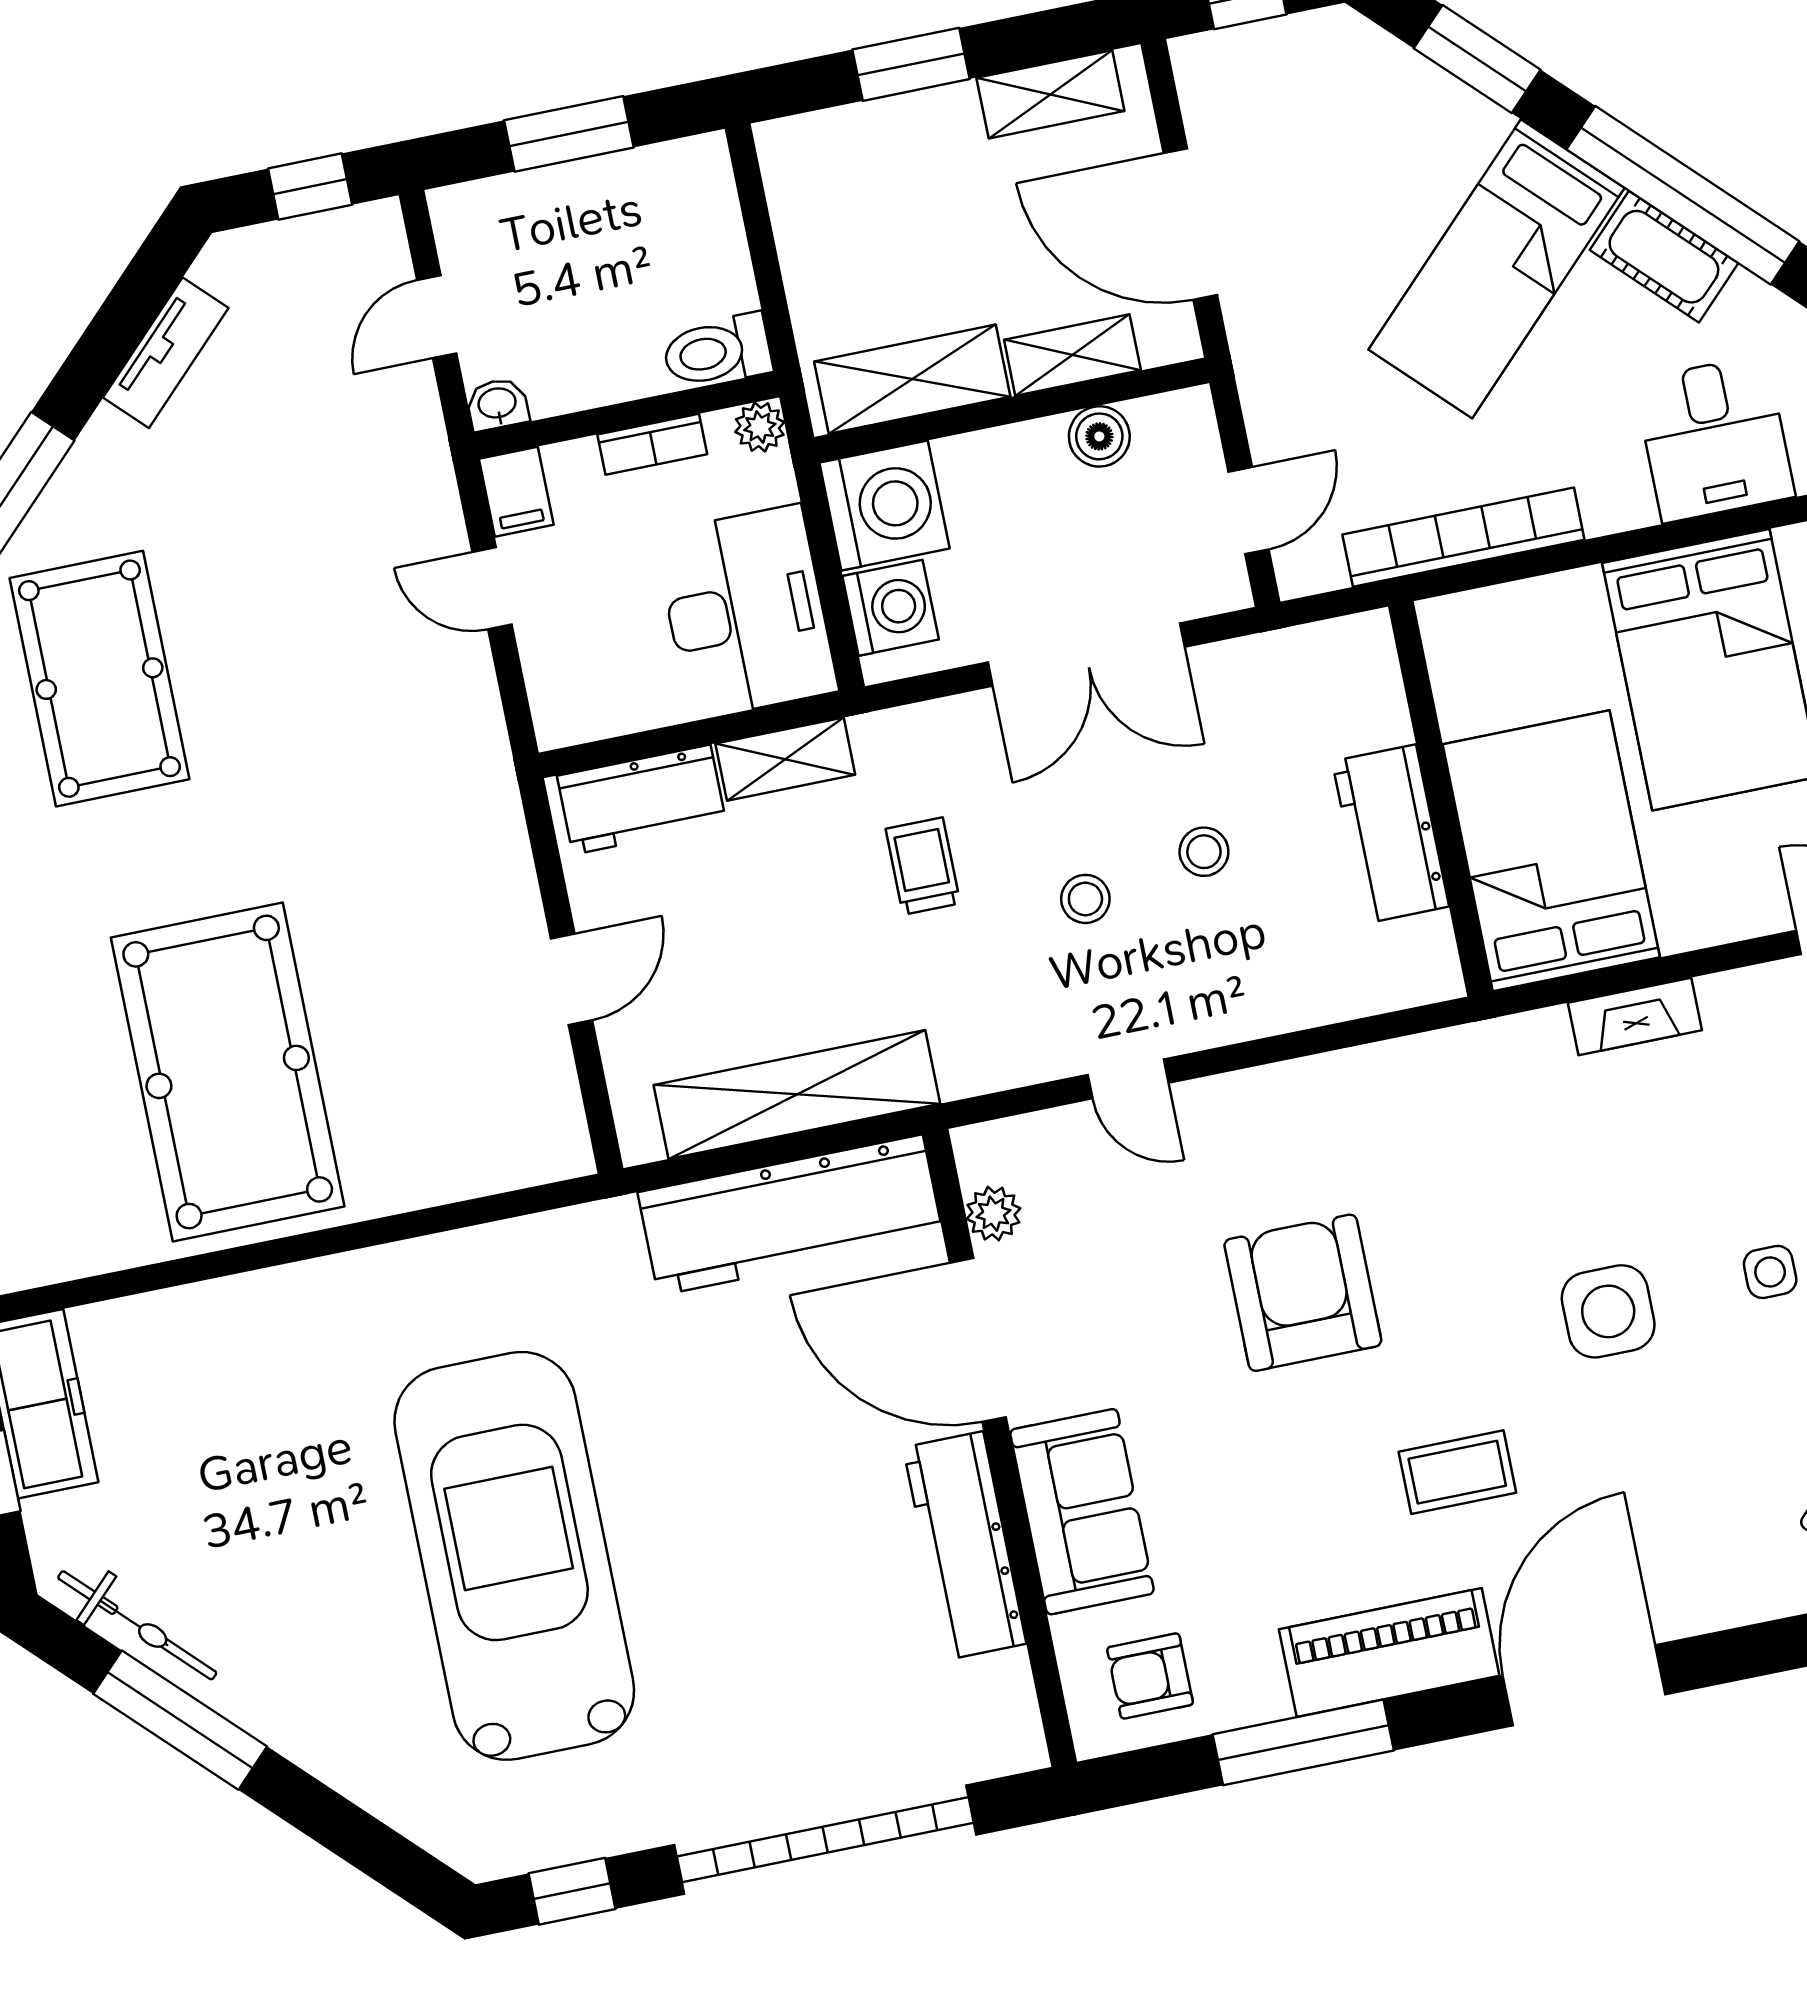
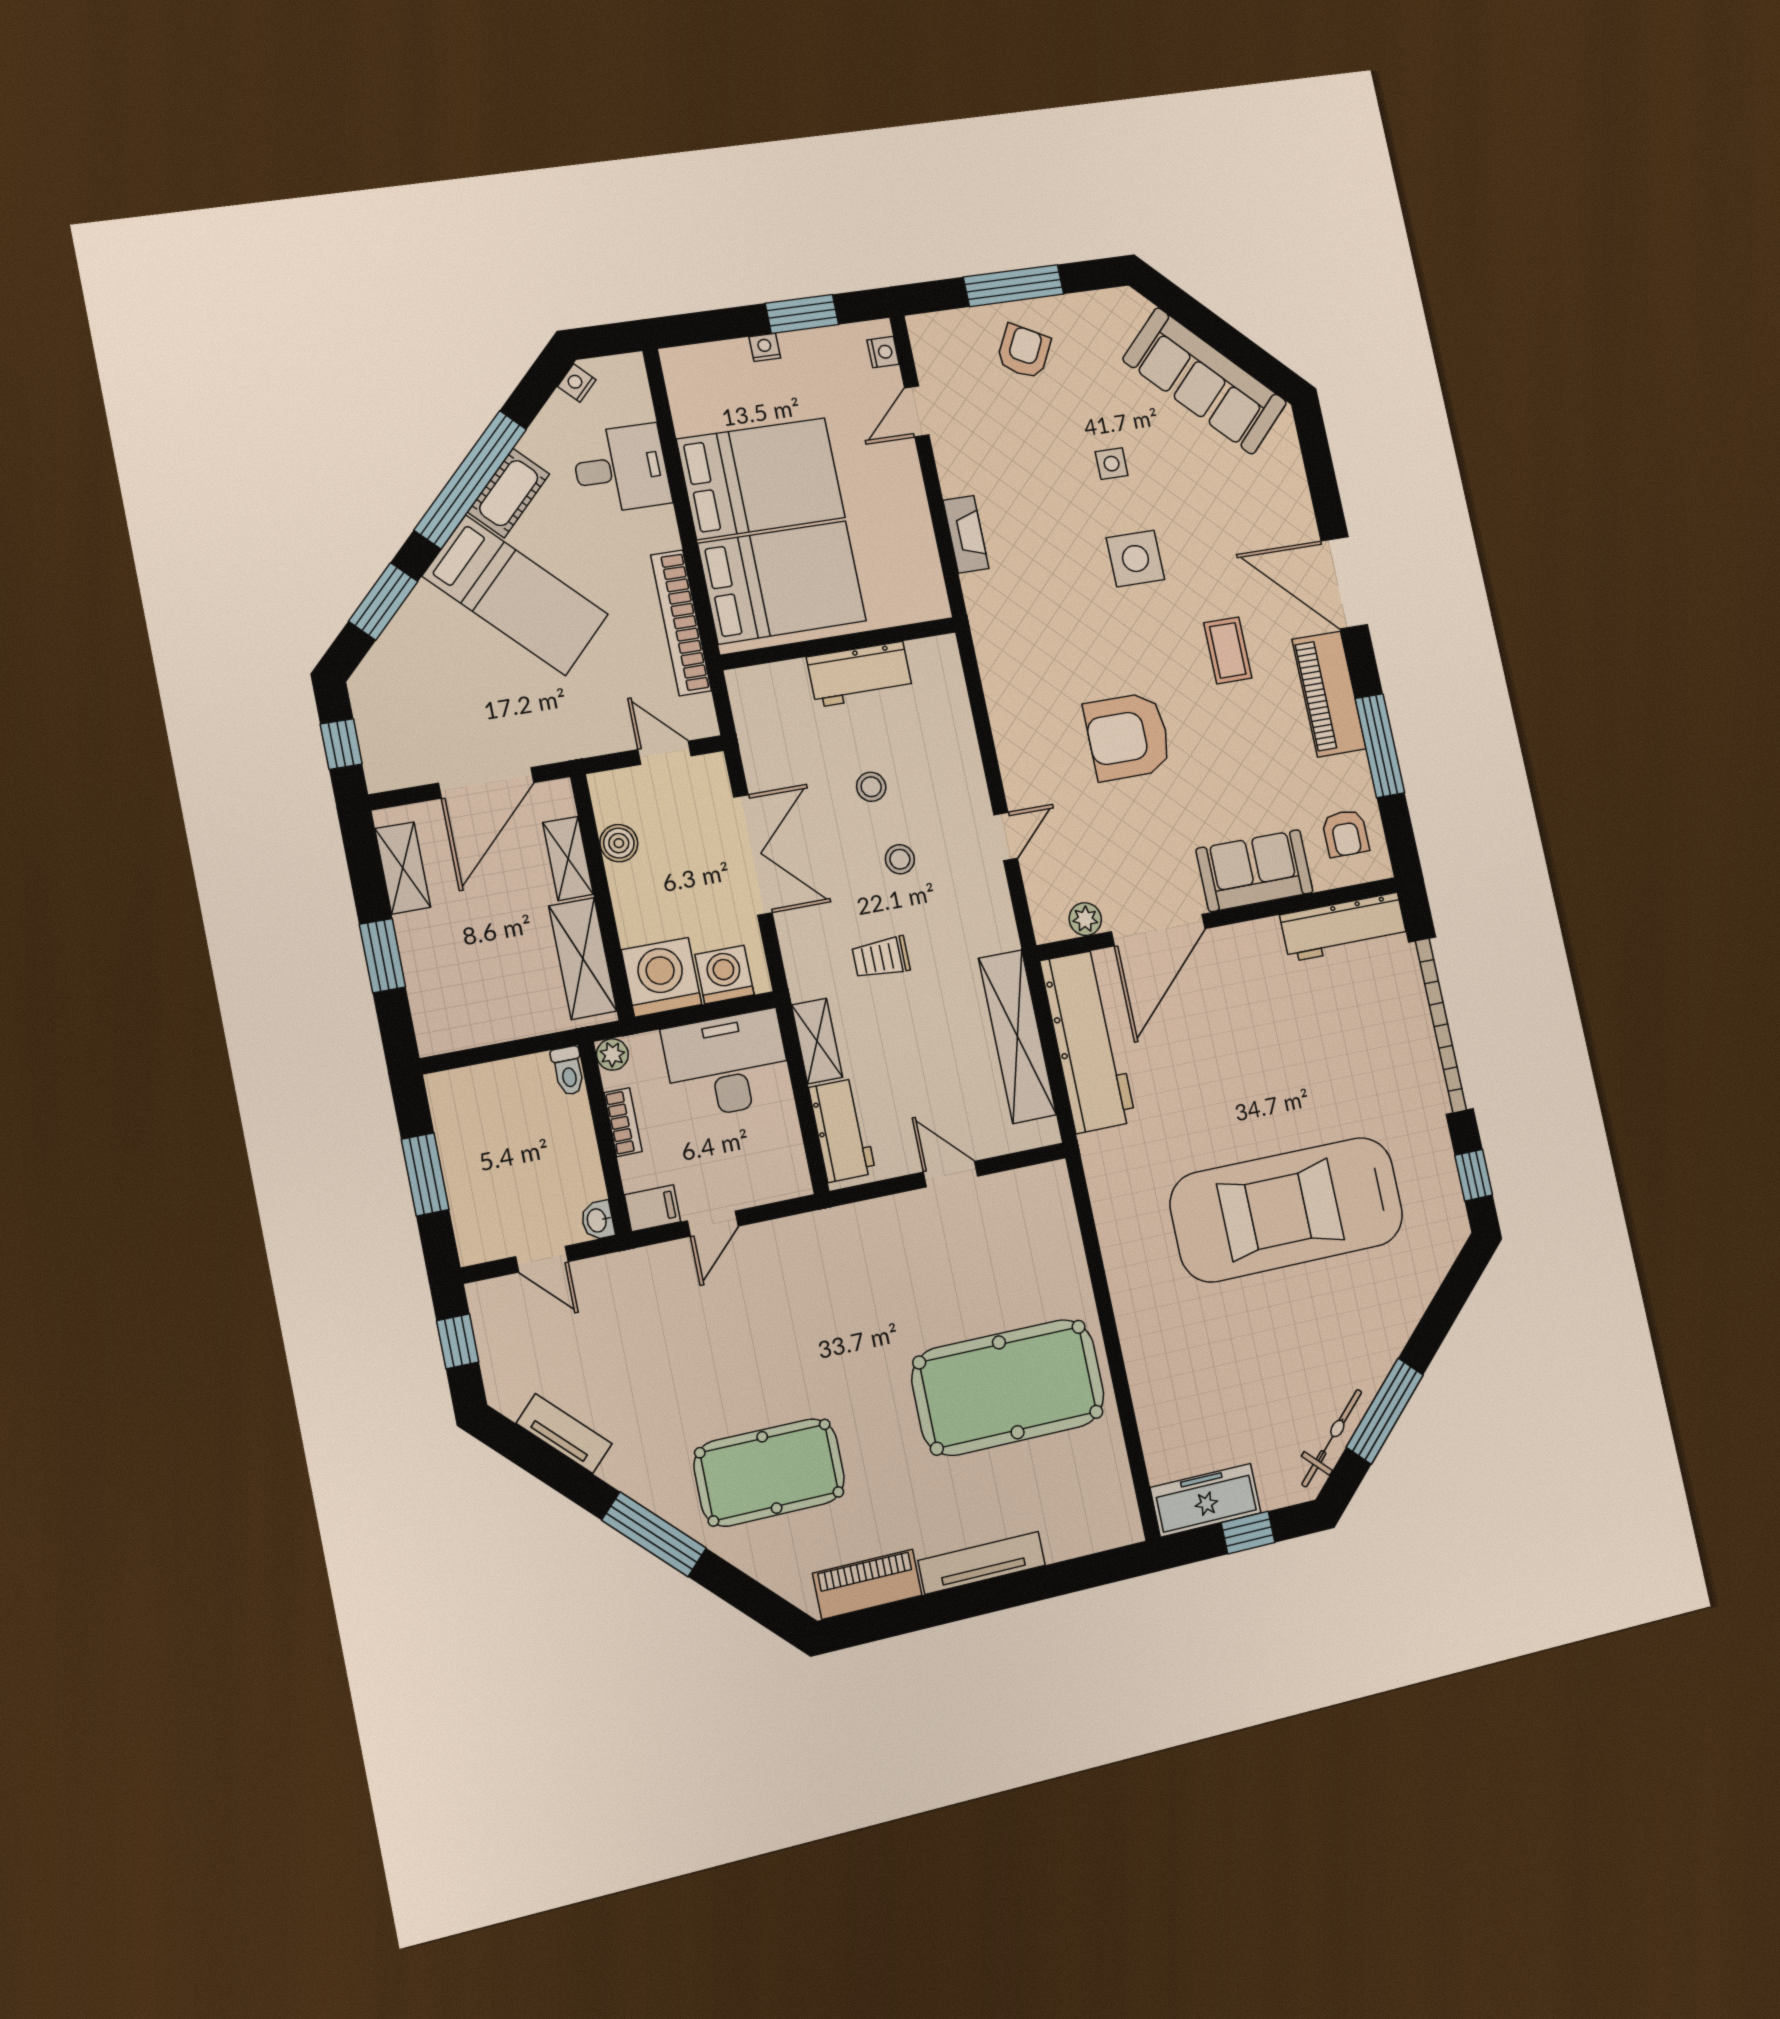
toilet: (717, 351) -> (568, 1071), width x0.73, depth x0.72
bed: (1551, 851) -> (782, 582), moved, turned 180
workbench: (965, 1546) -> (1344, 927), moved

